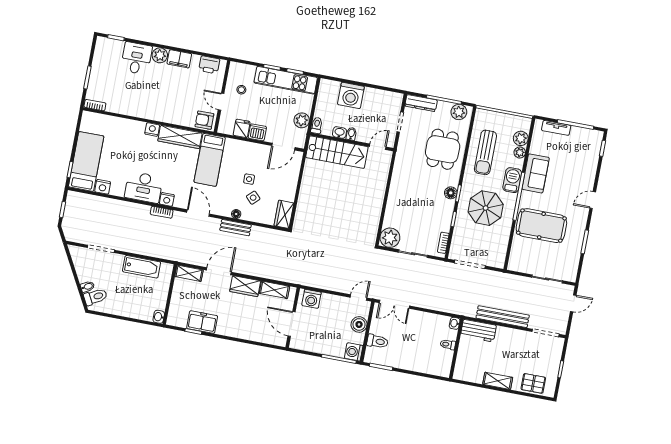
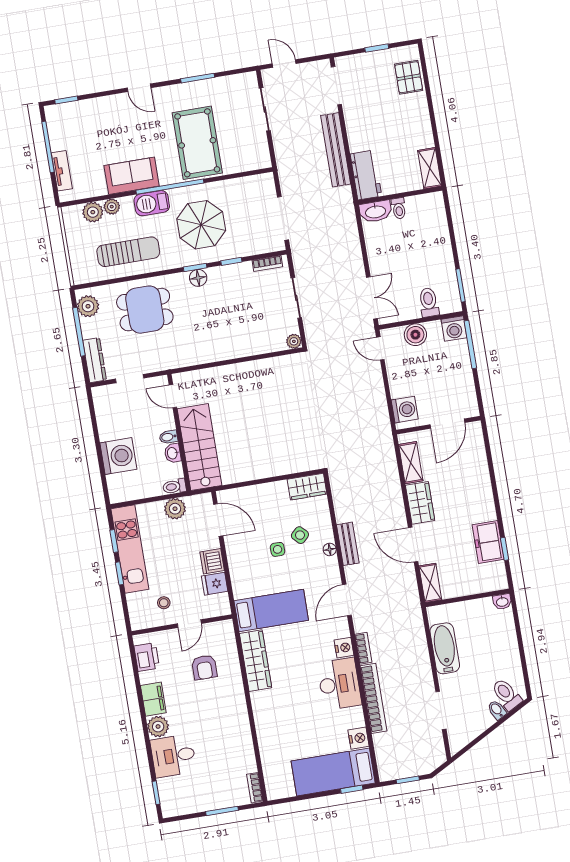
armchair: (204, 120) -> (204, 667), moved
nightstand: (152, 129) -> (259, 701), removed
bookcase: (125, 207) -> (374, 698), added
plant: (390, 238) -> (294, 341), width x0.53, depth x0.53
washbasin: (455, 323) -> (375, 211), width x1.91, depth x1.45
shelving: (498, 381) -> (430, 168), moved

